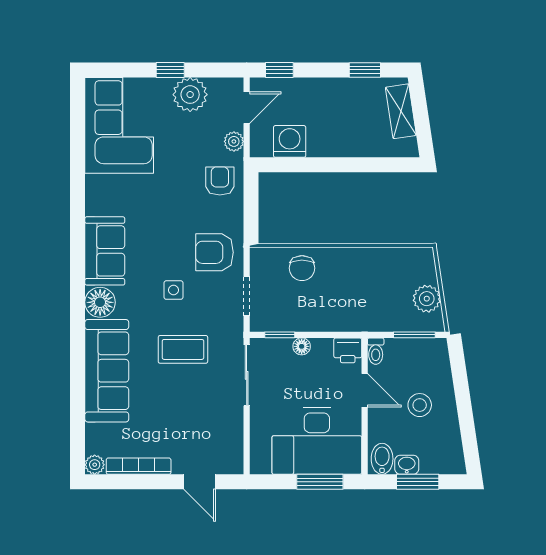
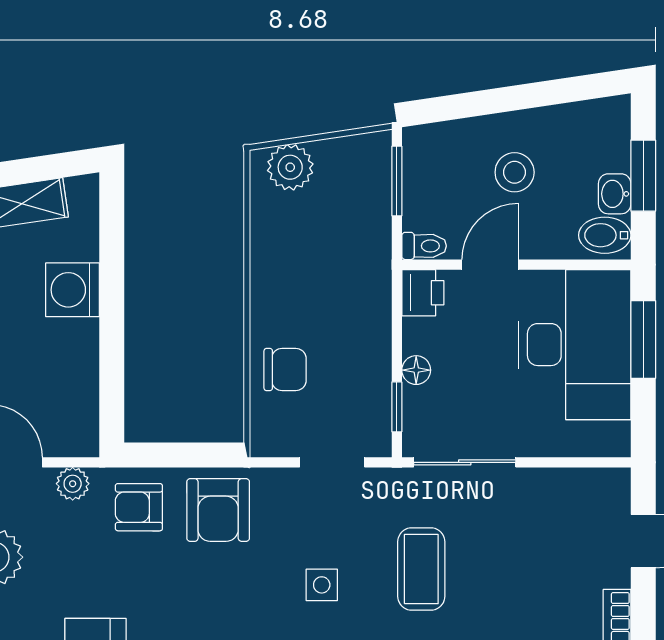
washing machine: (290, 141) -> (73, 290), moved
armchair: (214, 252) -> (218, 510), moved
plant: (427, 299) -> (290, 167), moved

